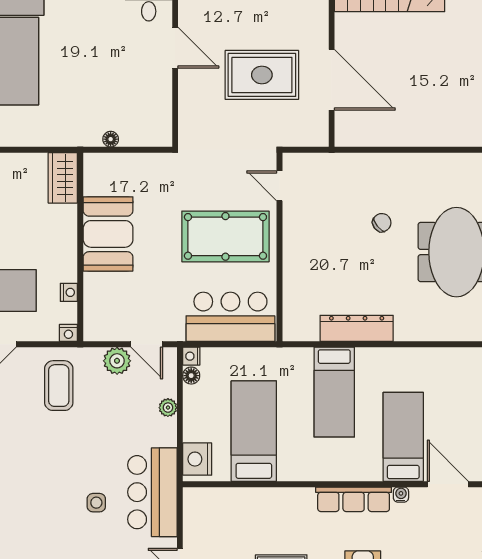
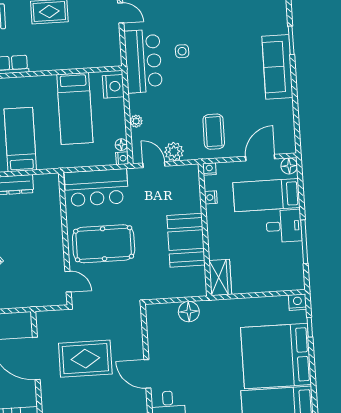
floor lamp: (111, 139) -> (189, 312), width x1.89, depth x1.89

